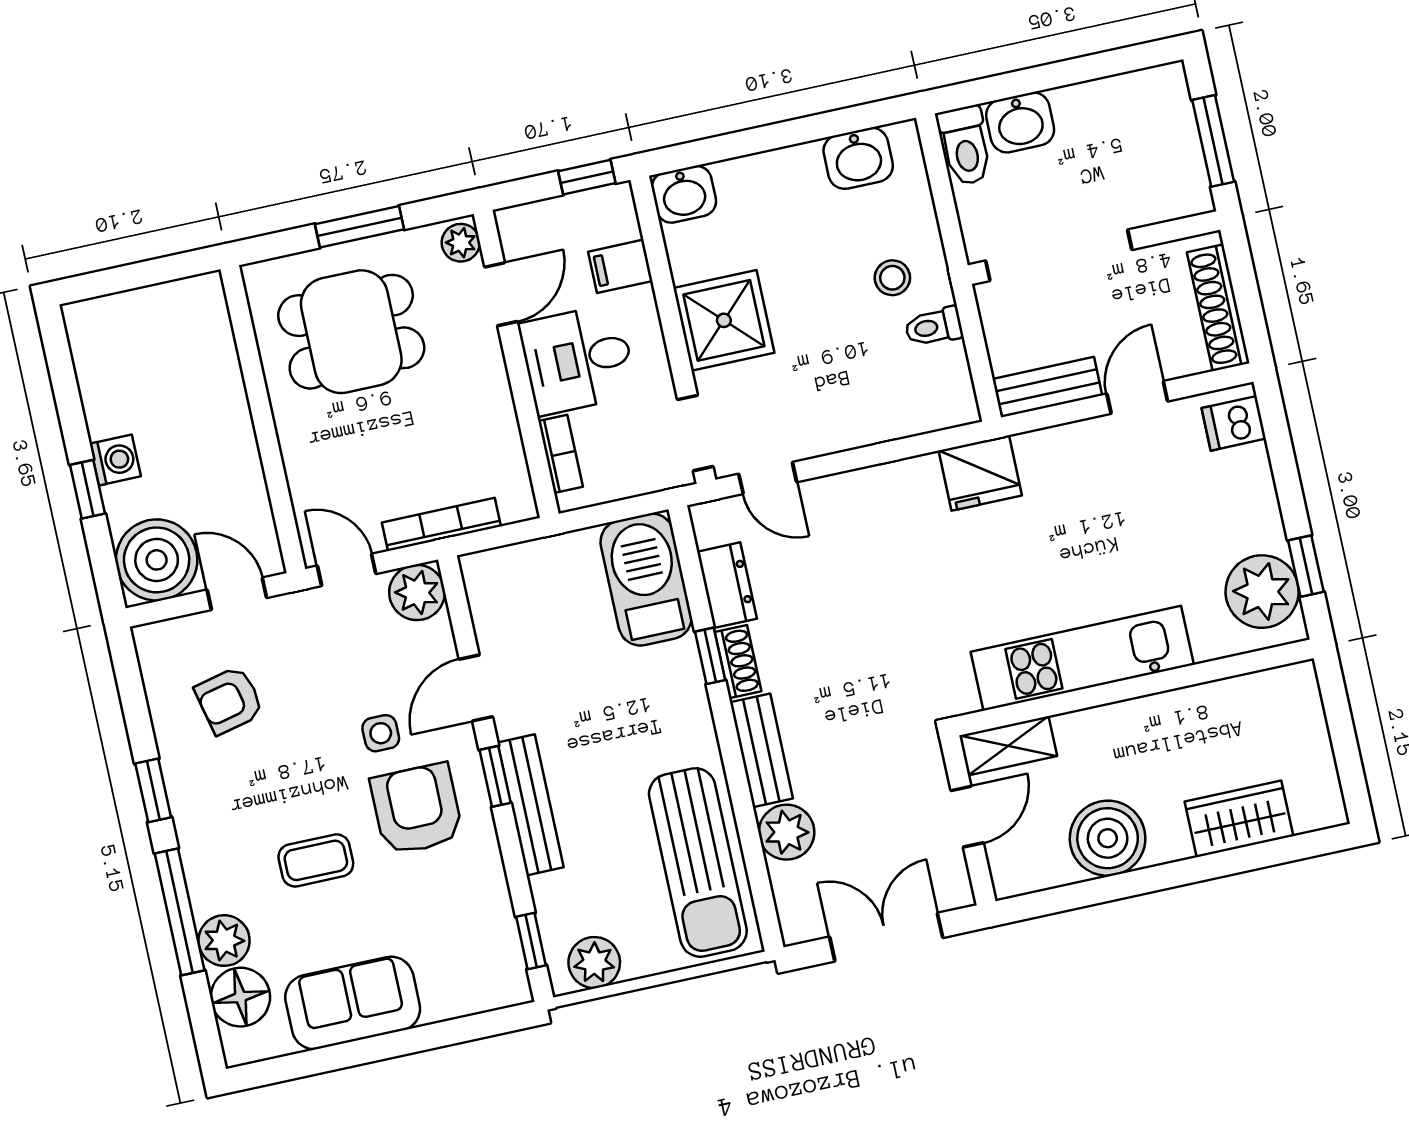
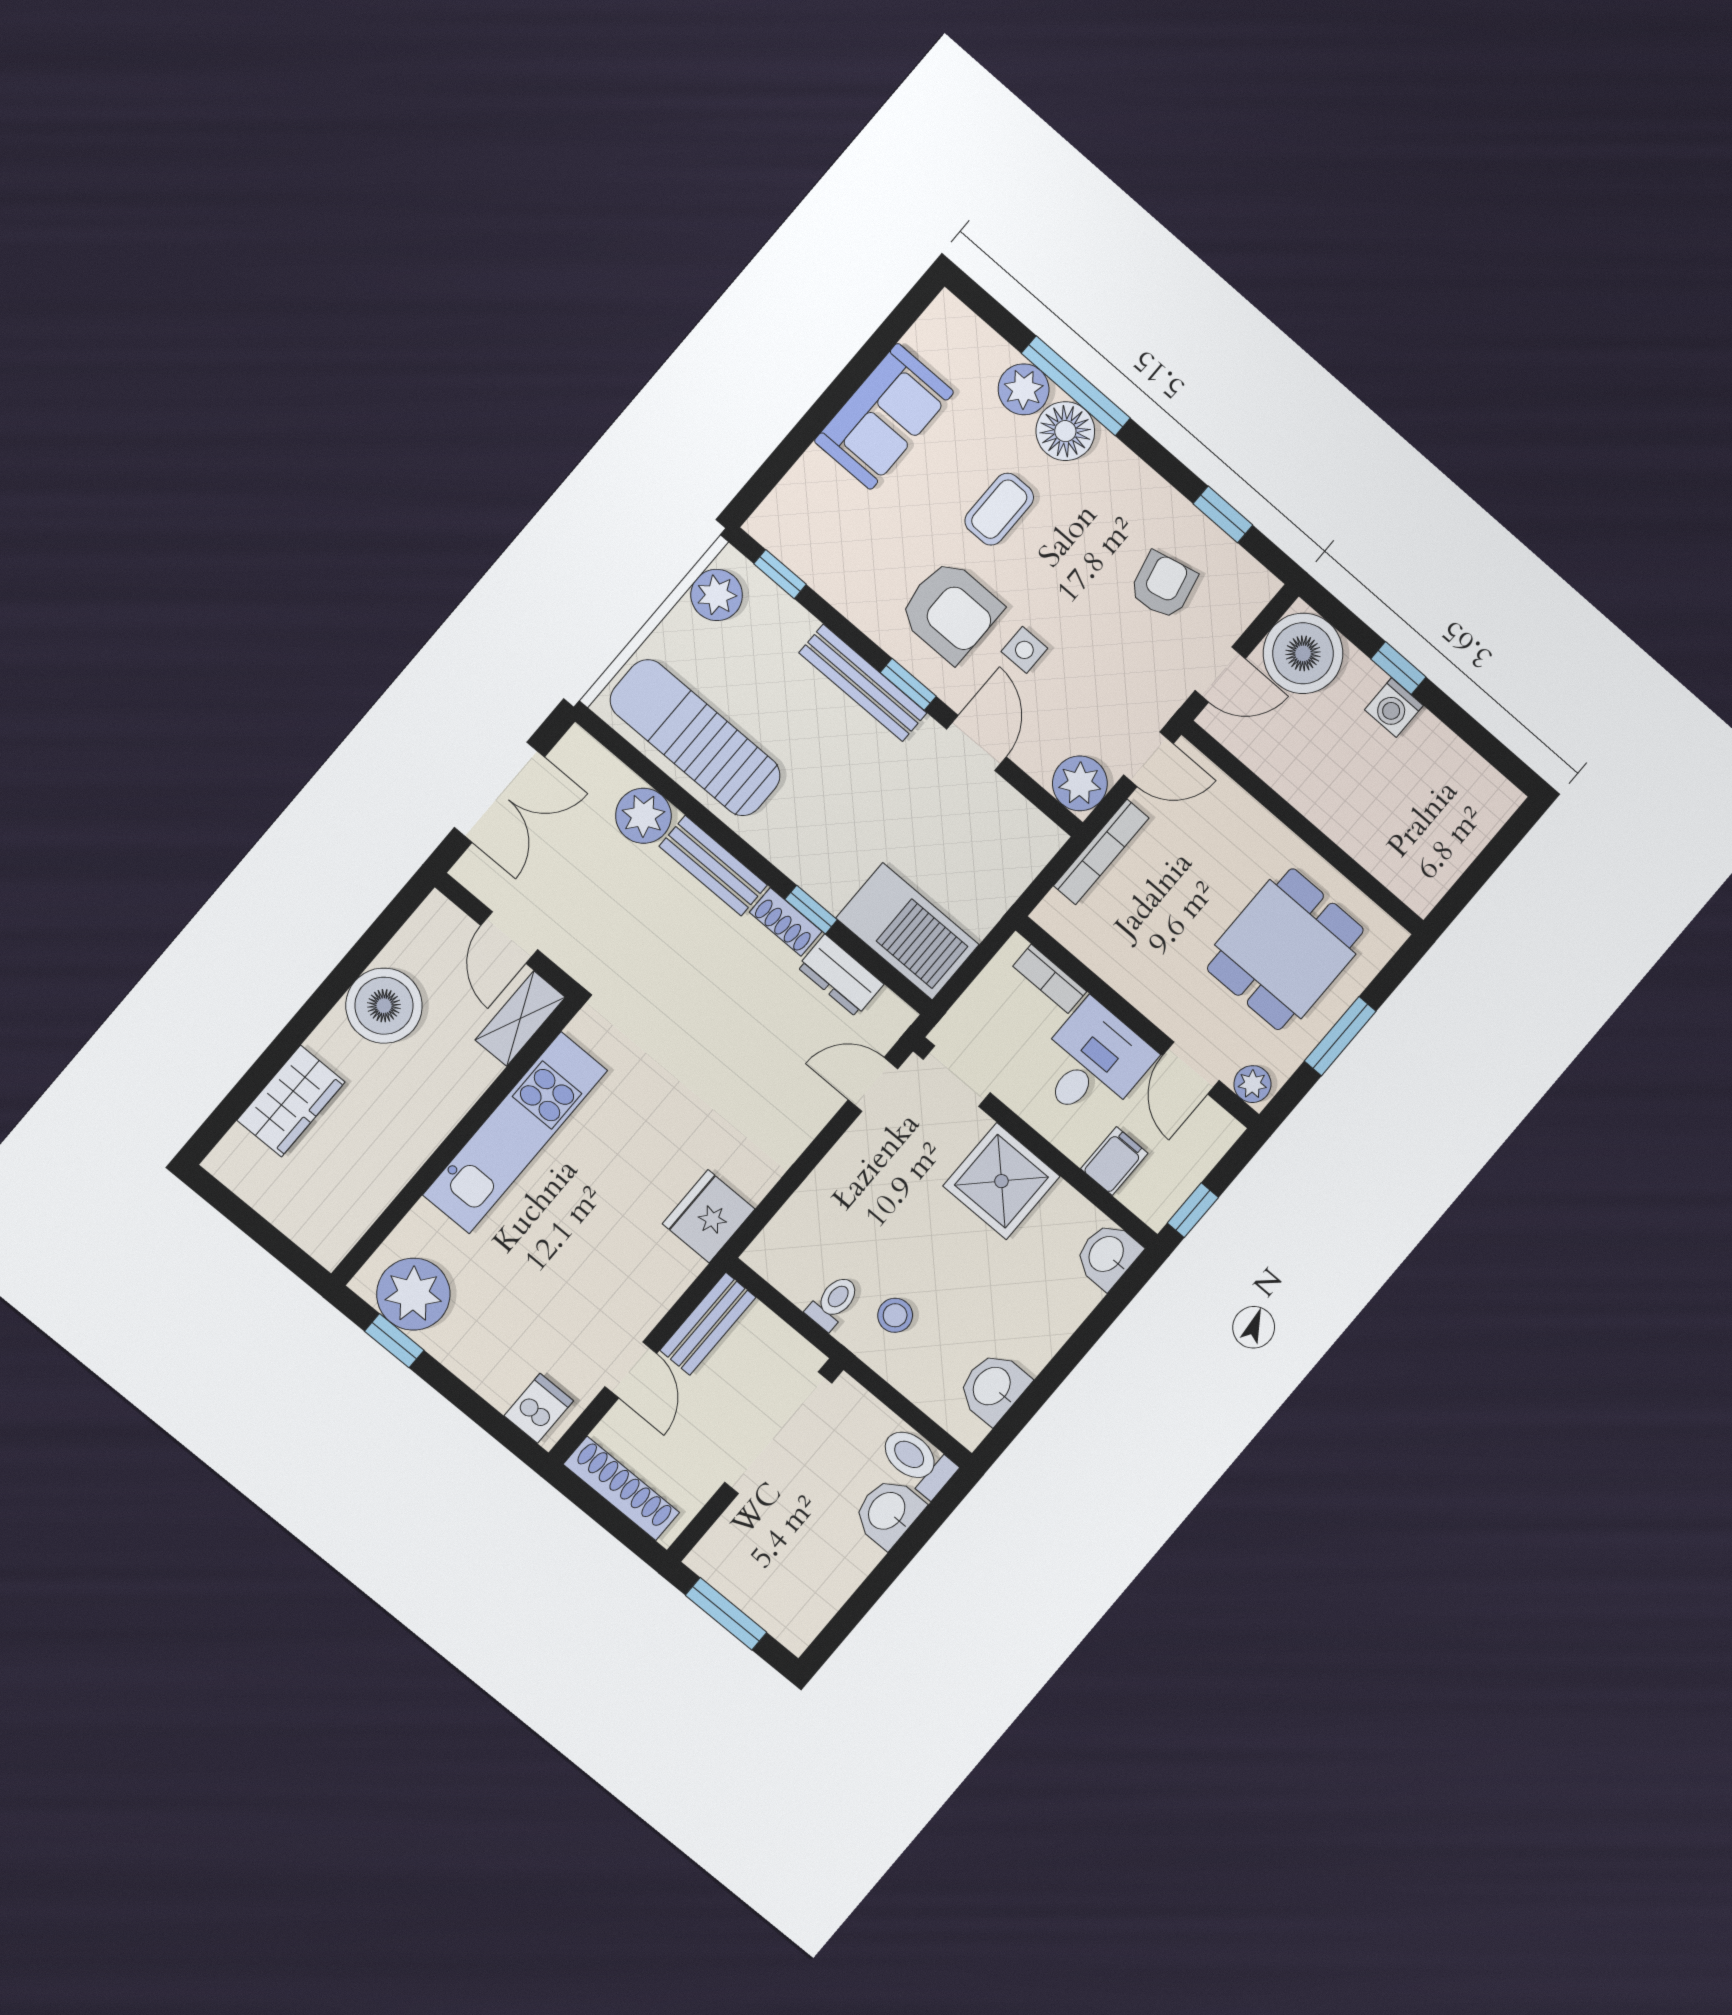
window: (153, 790) -> (1223, 514), moved
floor lamp: (240, 997) -> (1065, 431), moved

